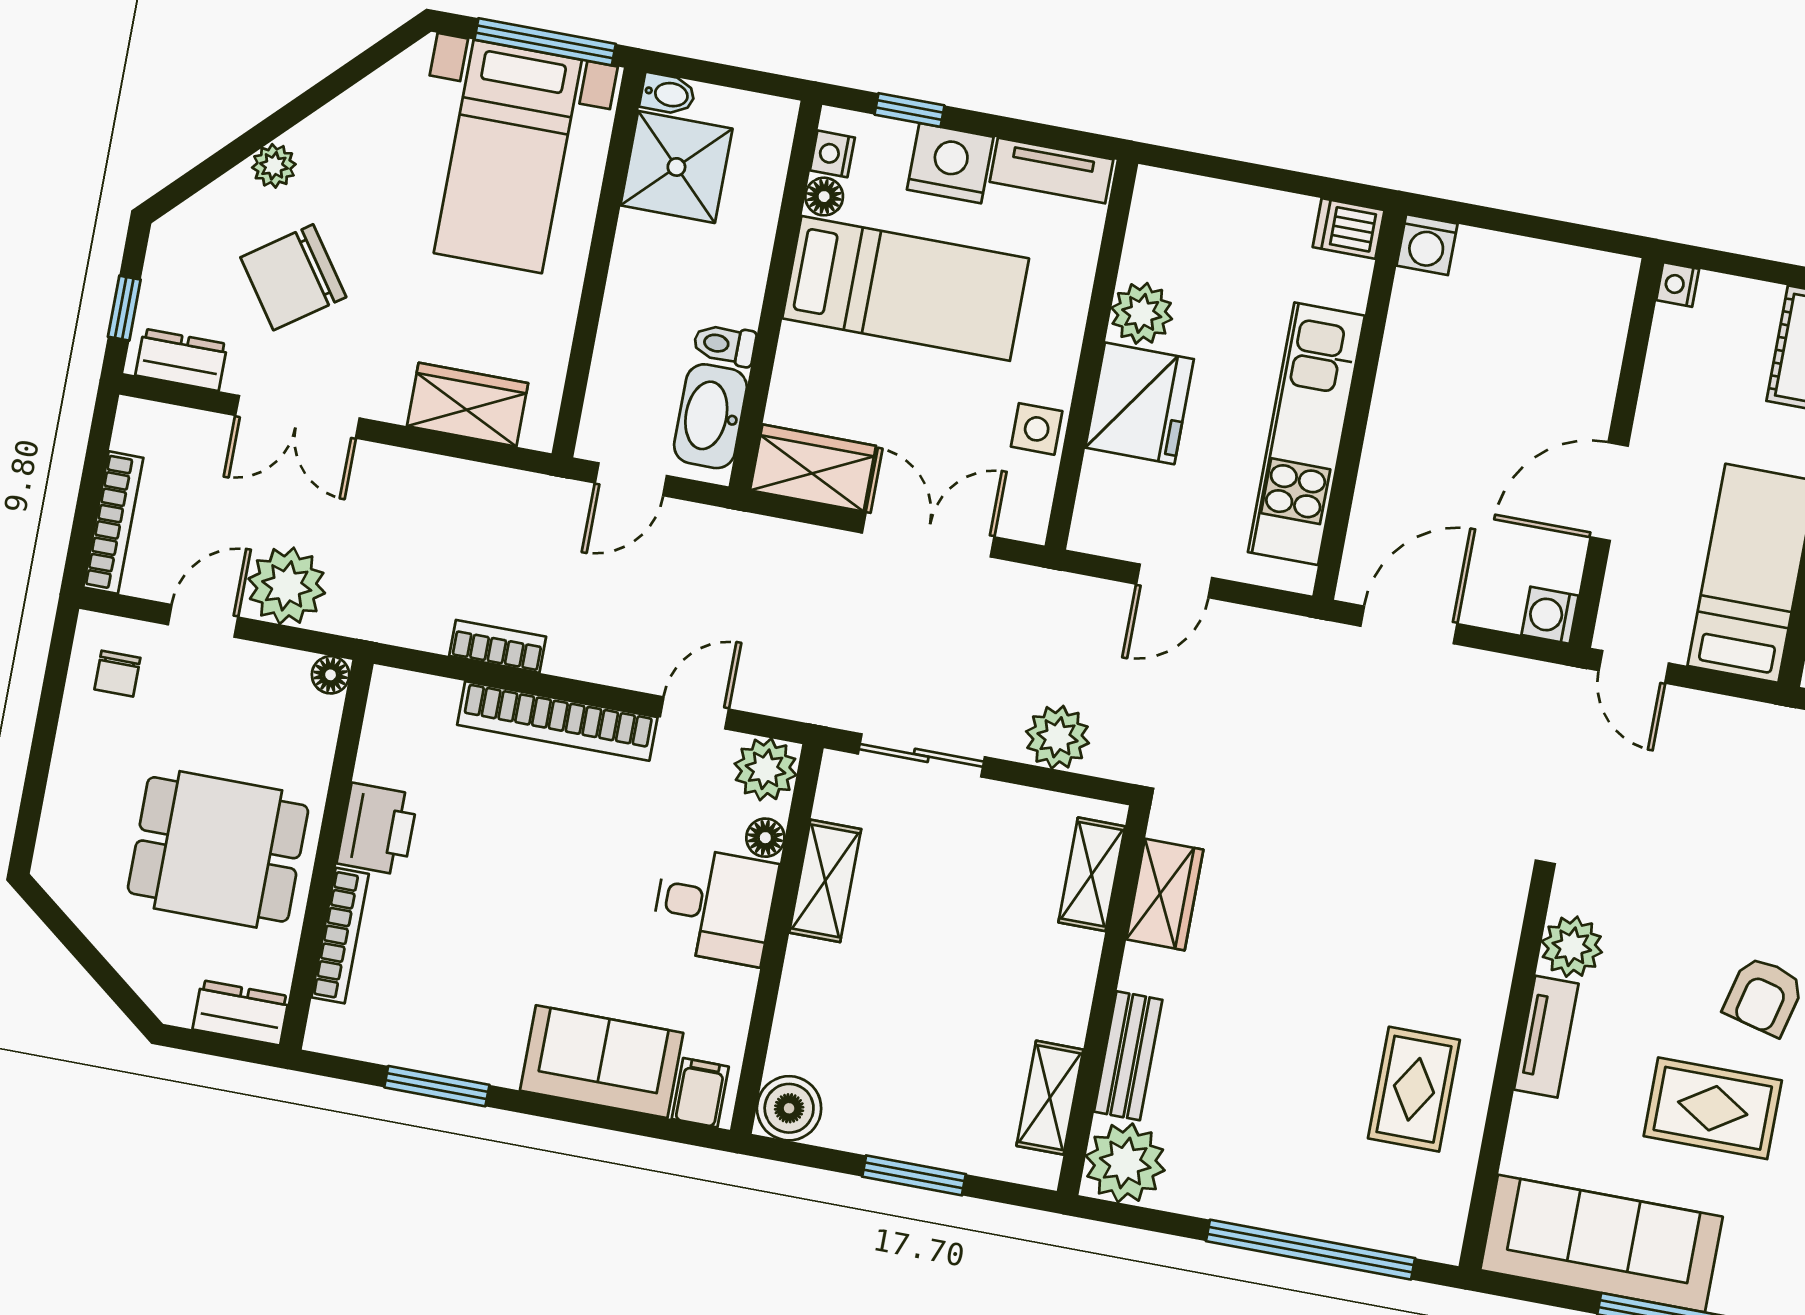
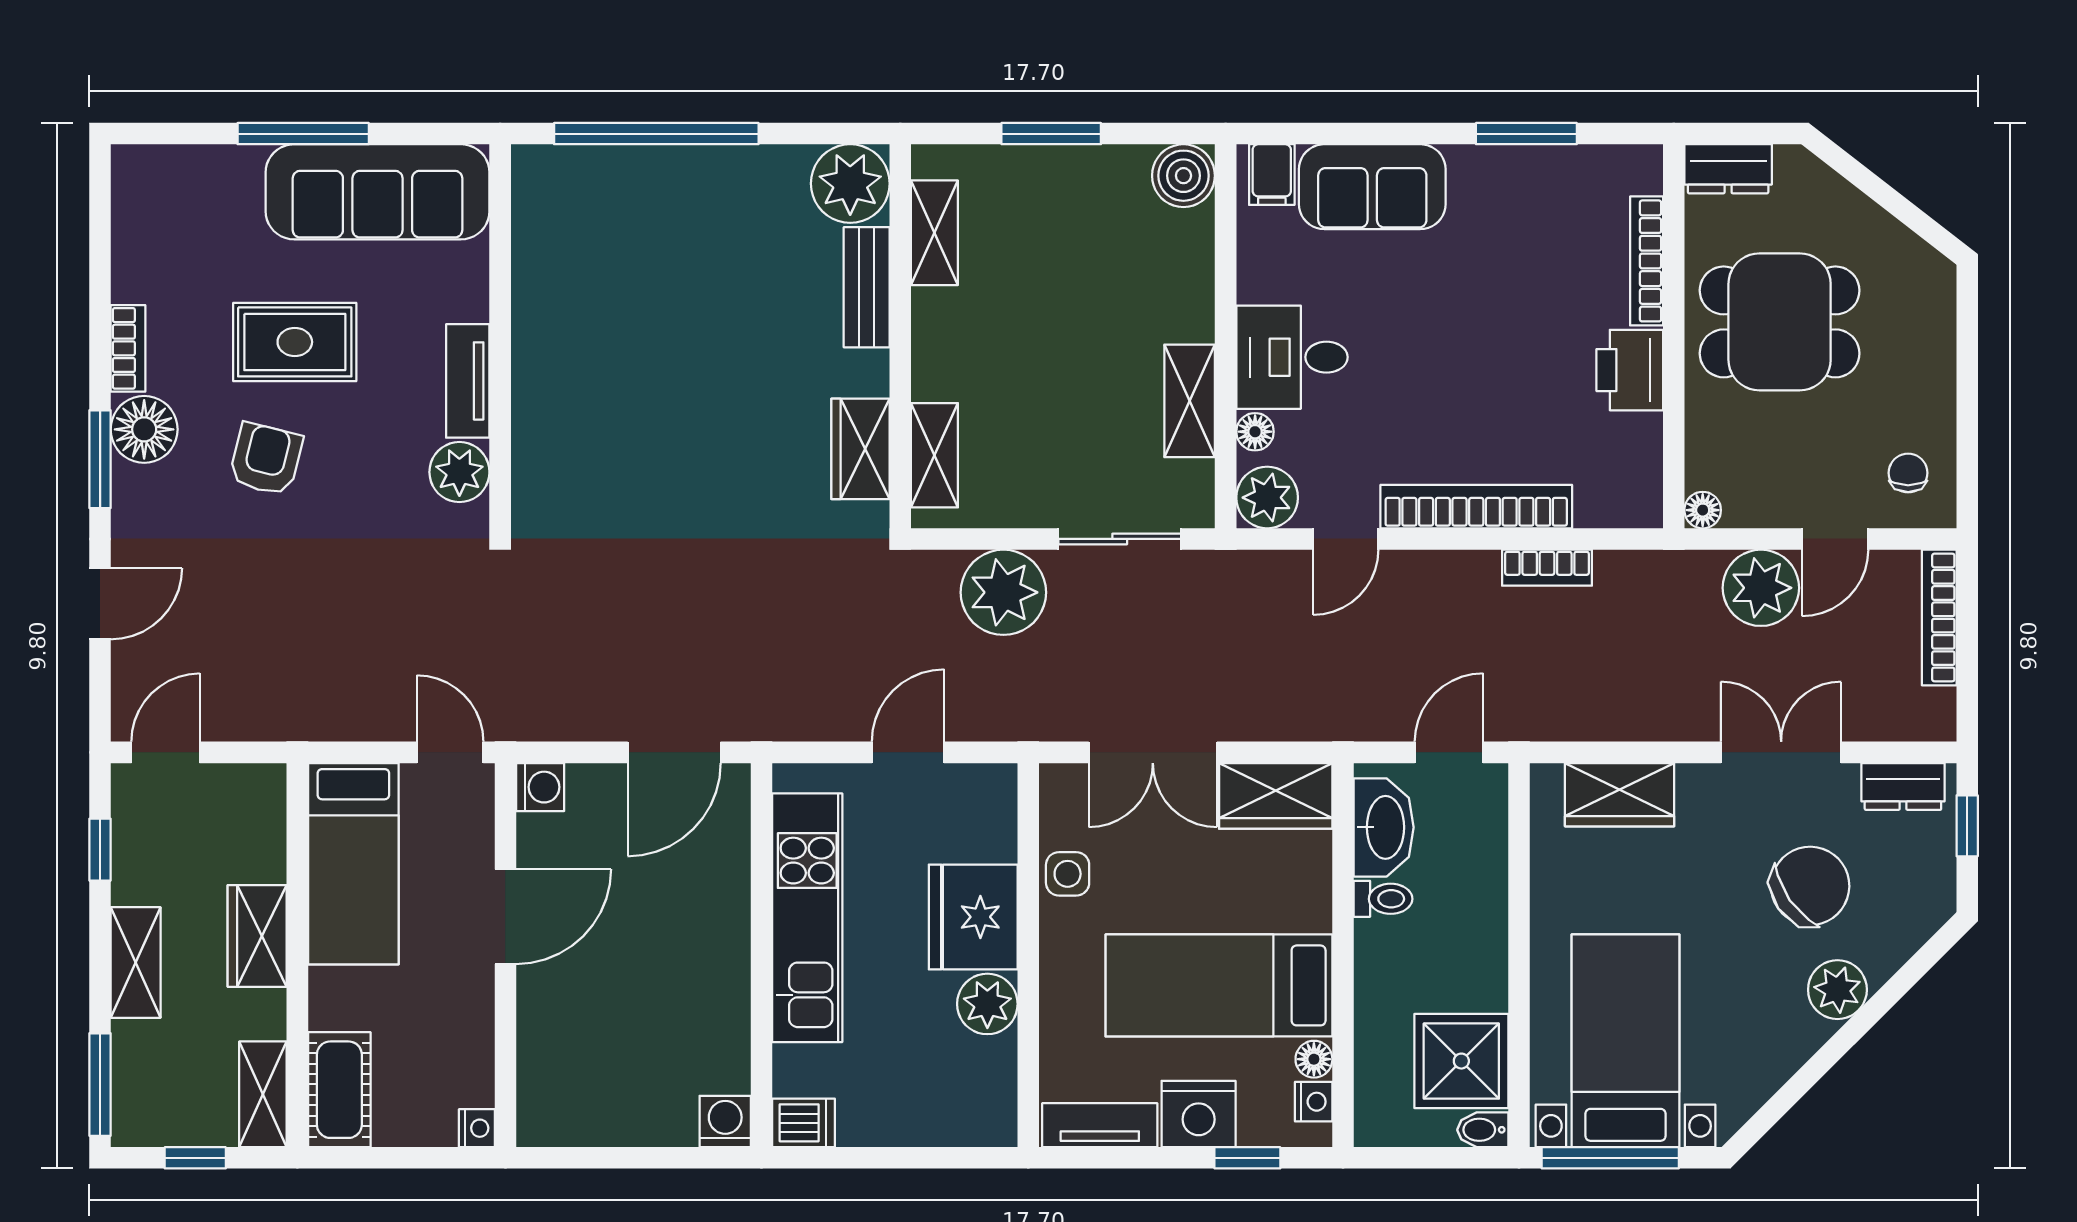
plant: (274, 166) -> (1837, 990), width x1.38, depth x1.38
plant: (1057, 737) -> (1003, 592), width x1.36, depth x1.36
rug: (1414, 1089) -> (586, 306), removed

